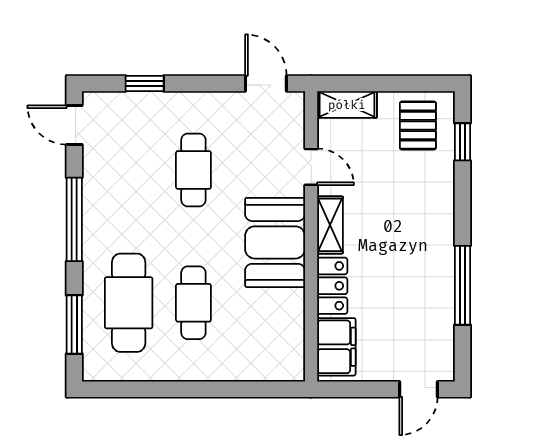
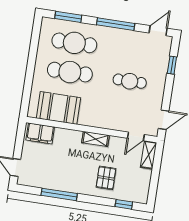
pallet: (418, 125) -> (106, 178), moved, turned 90
door: (311, 167) -> (136, 136), moved
booth: (275, 242) -> (59, 108), moved
locker: (332, 286) -> (68, 136), removed
cafe table: (193, 303) -> (70, 72), width x1.37, depth x1.35

